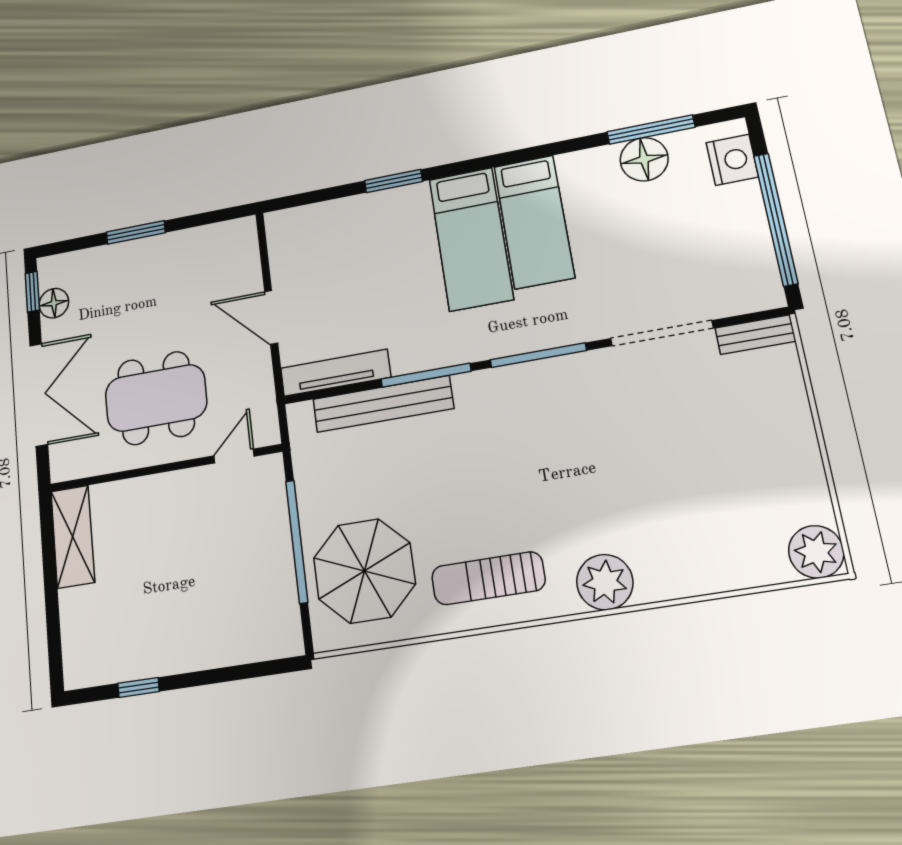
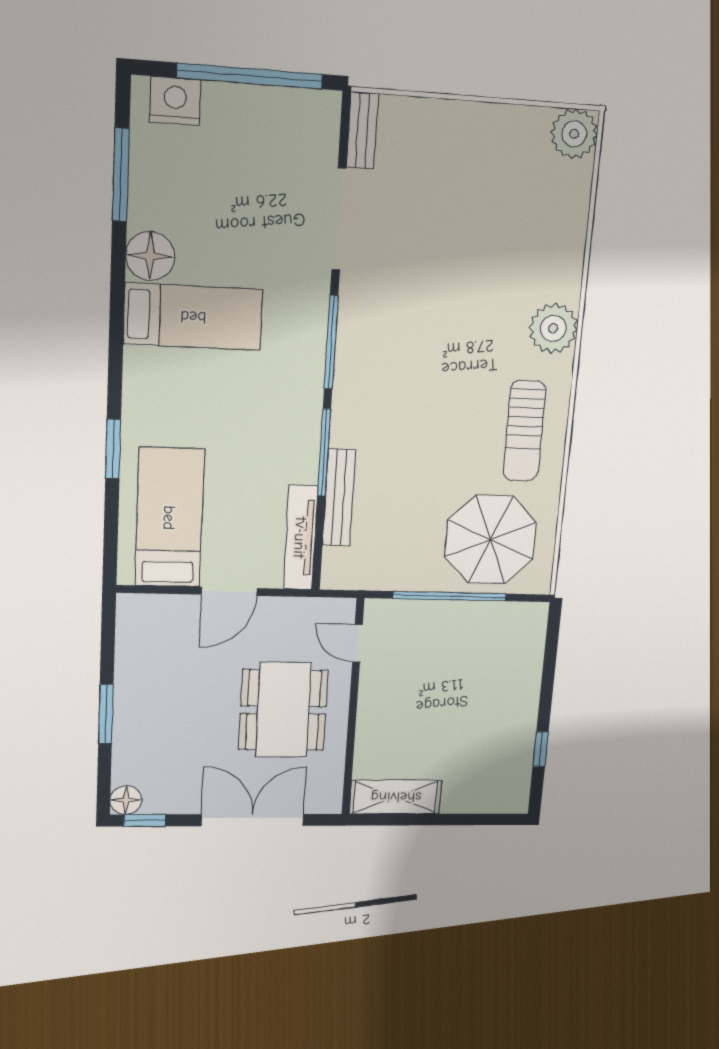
floor lamp: (644, 159) -> (150, 256), moved
bed: (471, 239) -> (169, 518), moved, turned -90
floor lamp: (54, 303) -> (126, 800), moved
bench: (383, 404) -> (339, 498), width x0.73, depth x0.82

